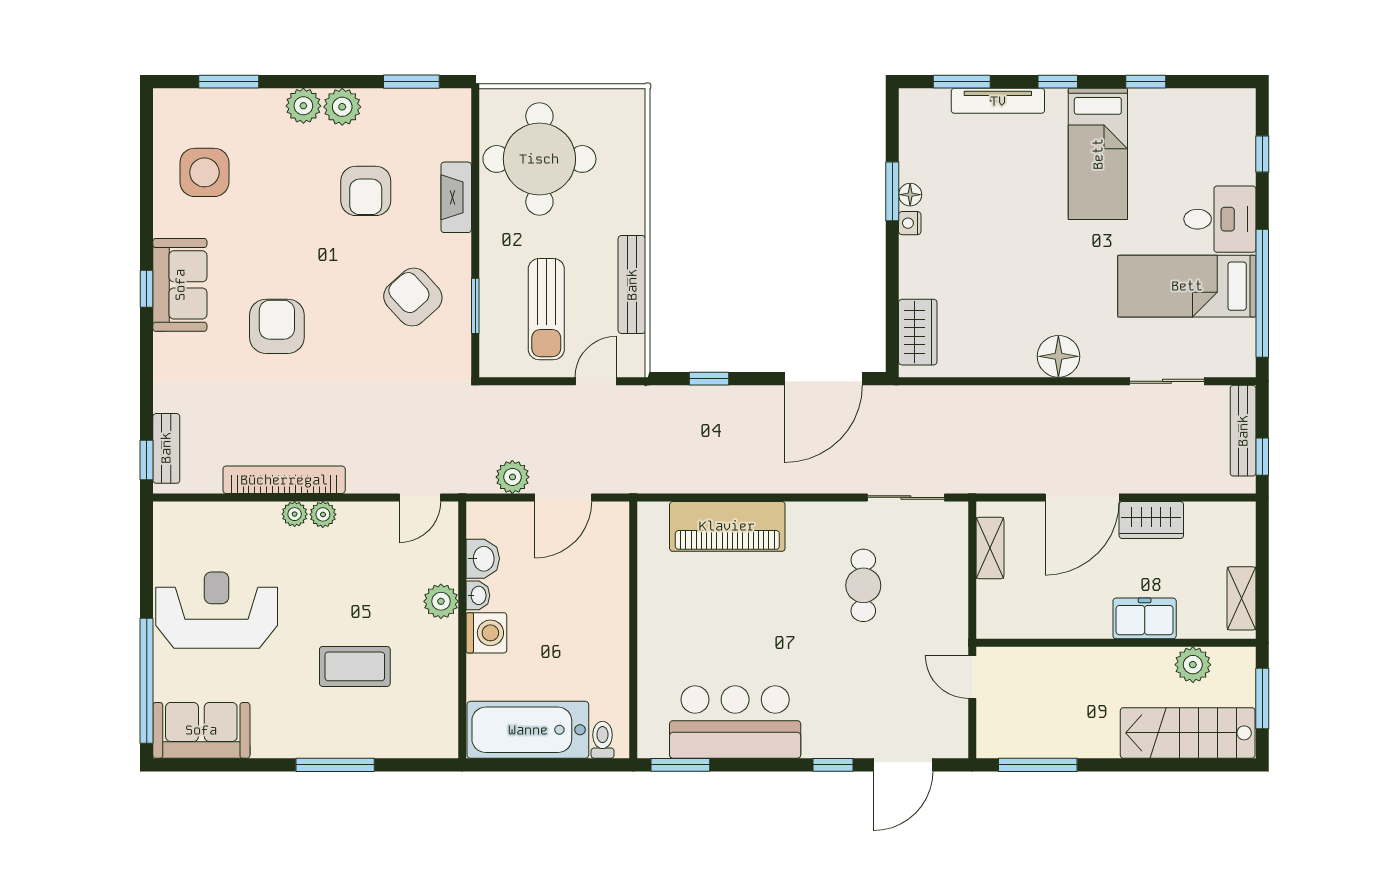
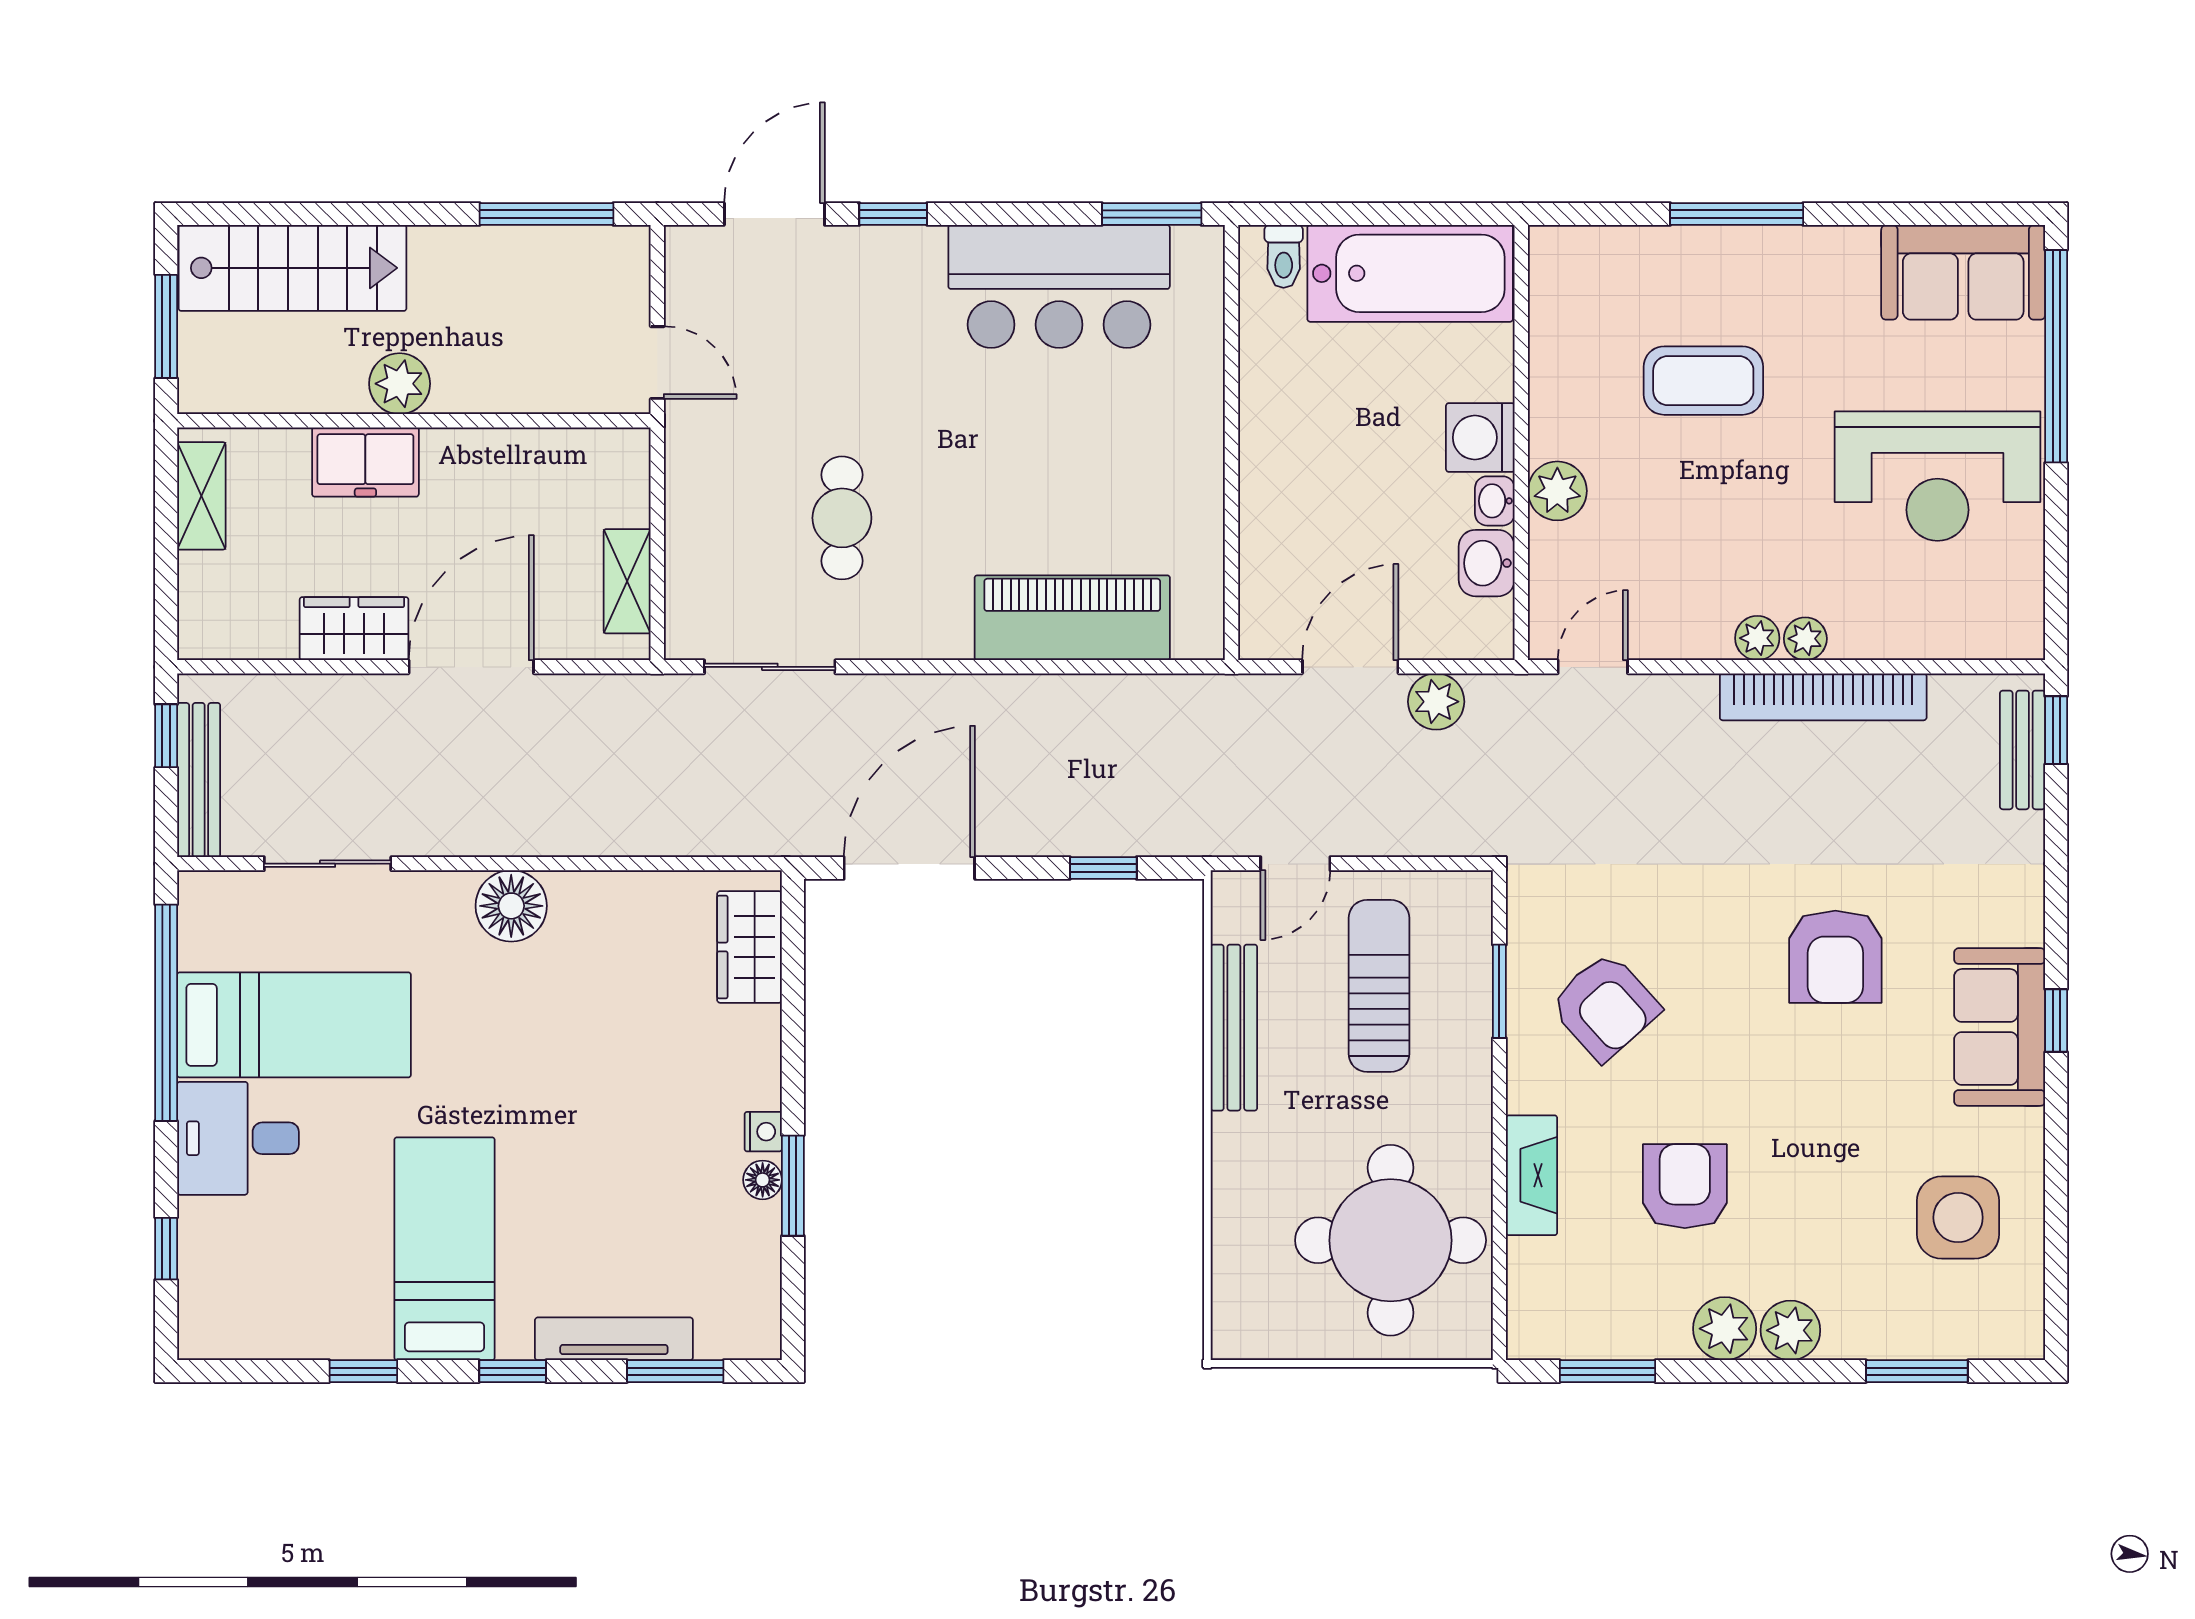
plant: (1193, 665) -> (400, 384), moved

